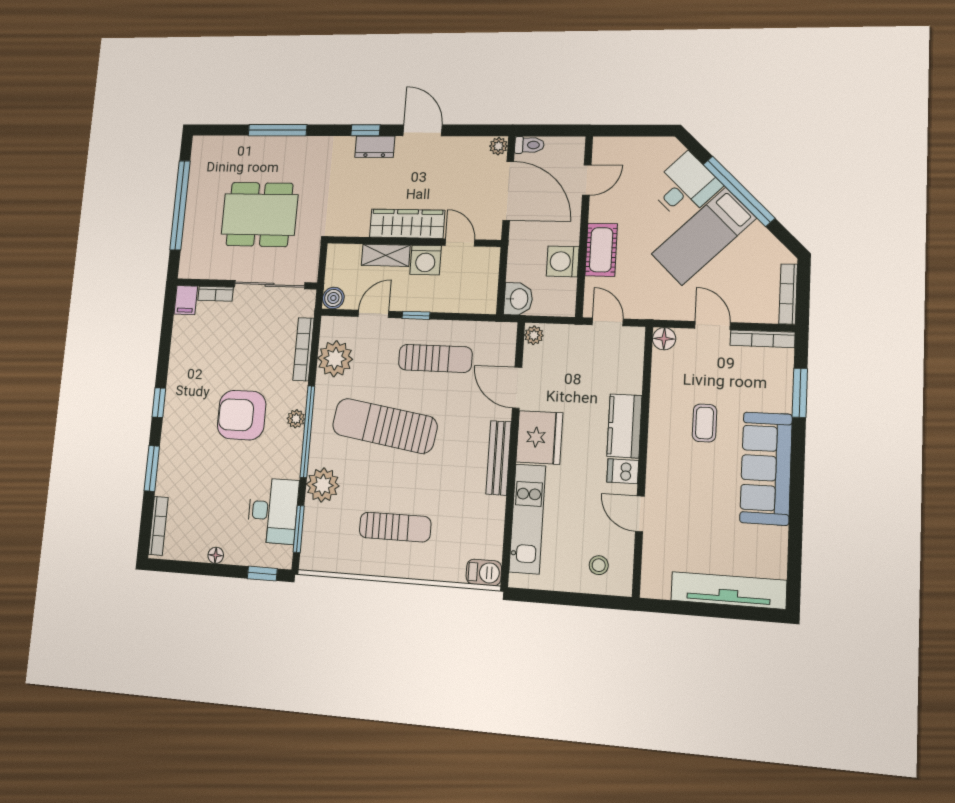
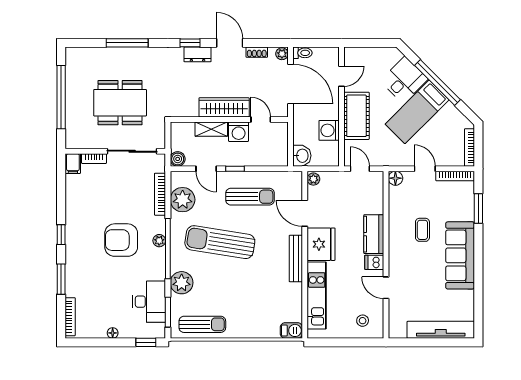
shoe rack: (461, 144) -> (257, 52), added
cot: (601, 250) -> (356, 116), width x1.37, depth x1.34
door: (373, 314) -> (206, 169), swing flipped
sun lounger: (395, 527) -> (202, 324), moved

